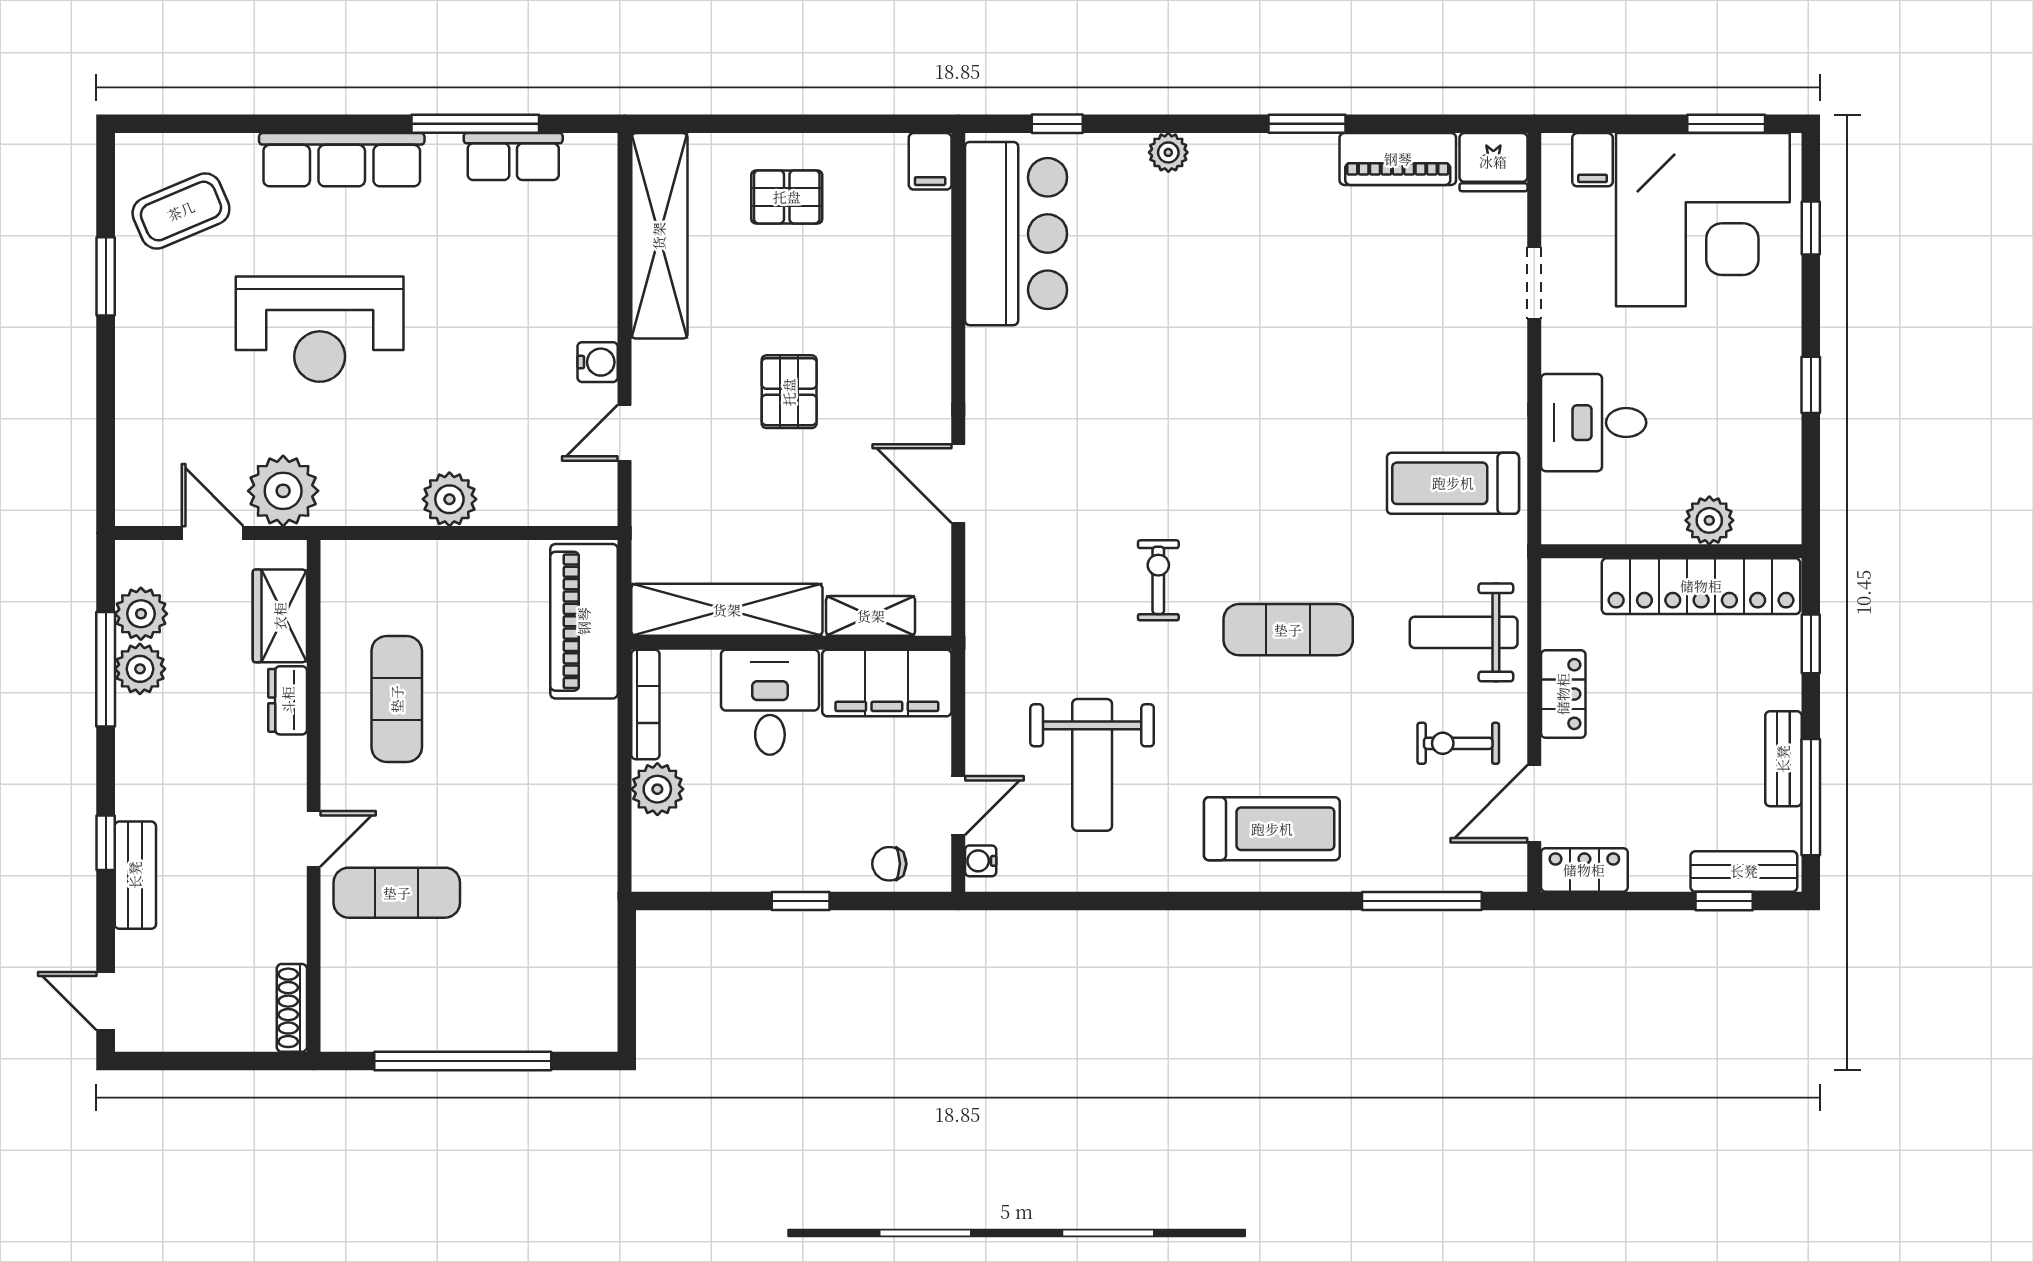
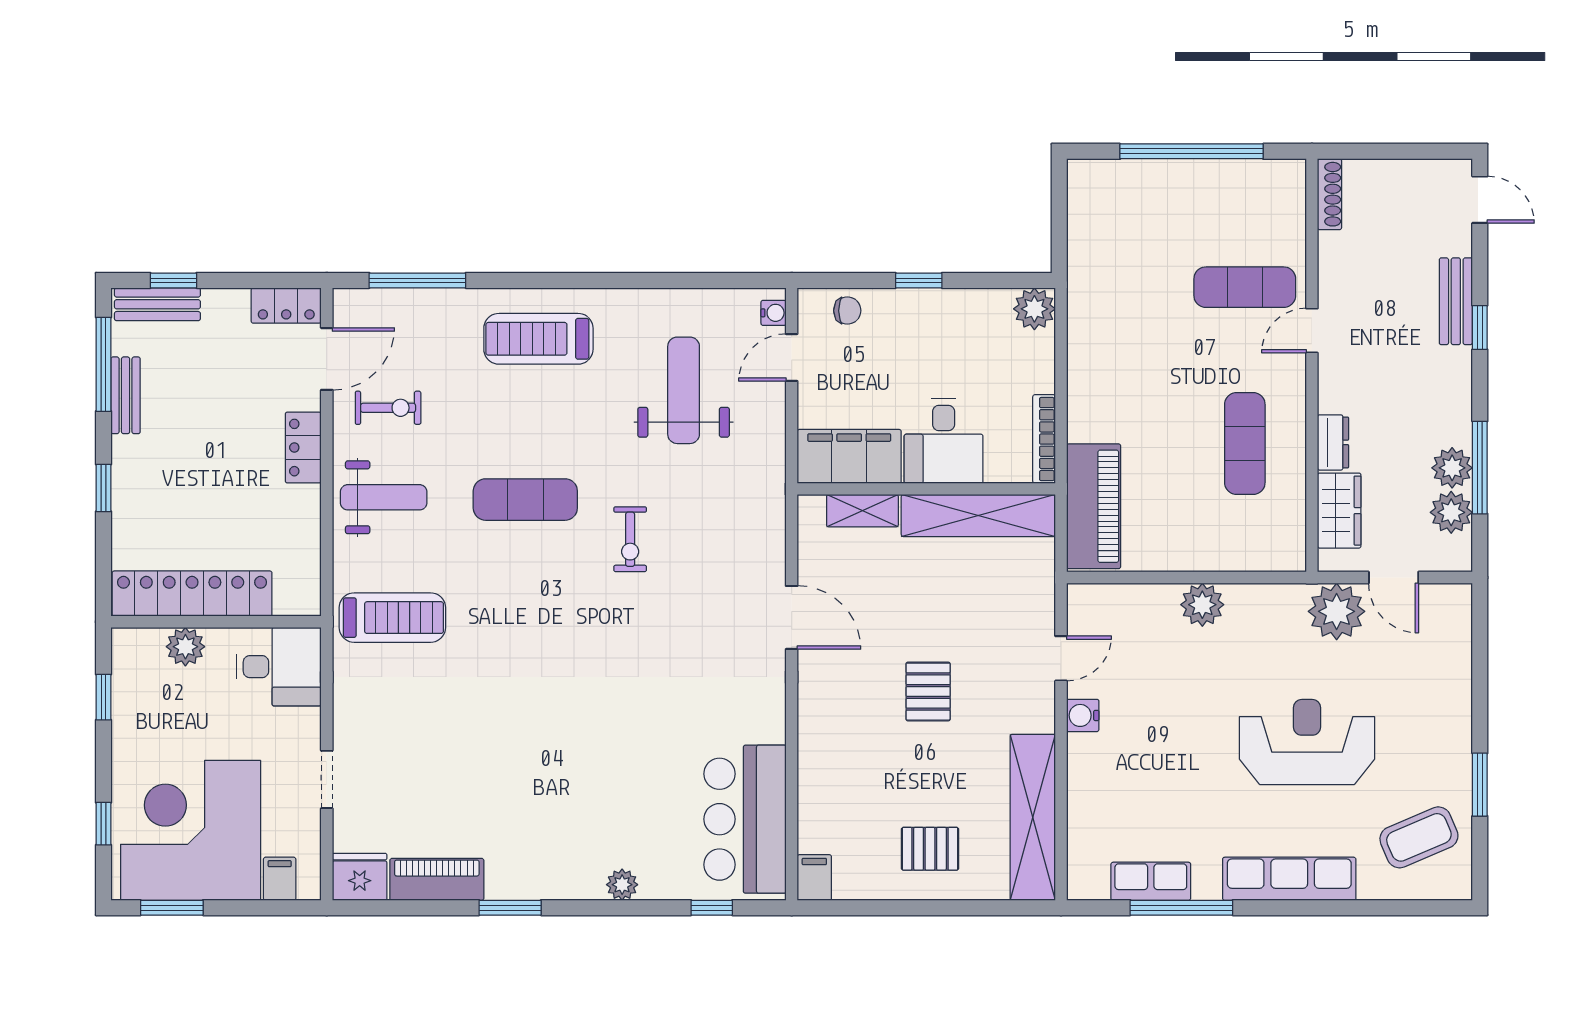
plant: (1709, 520) -> (185, 647), moved
wall: (1671, 551) -> (216, 622), moved
locker: (1701, 586) -> (192, 594), moved
plant: (657, 789) -> (1034, 309), moved

